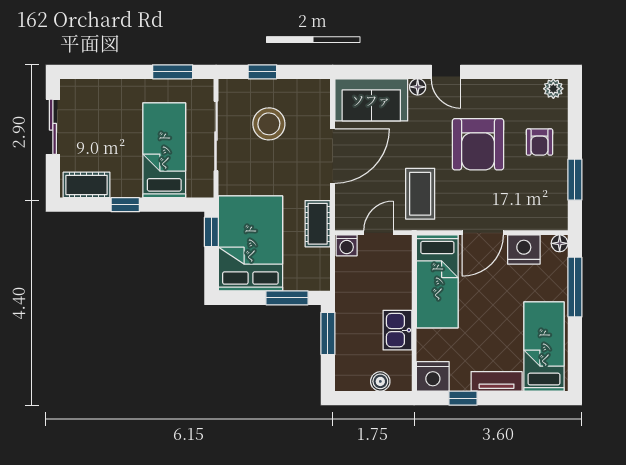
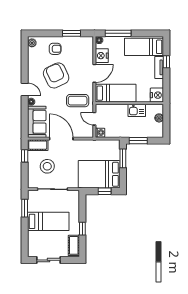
window: (262, 72) -> (25, 156), moved
door: (446, 72) -> (25, 89), hinge flipped
armchair: (478, 144) -> (56, 75), turned -115
bed: (164, 150) -> (48, 221), moved, turned 180
cot: (318, 224) -> (38, 145), moved
window: (211, 232) -> (105, 191), moved
door: (483, 233) -> (94, 73), hinge flipped
window: (463, 398) -> (166, 62), moved

